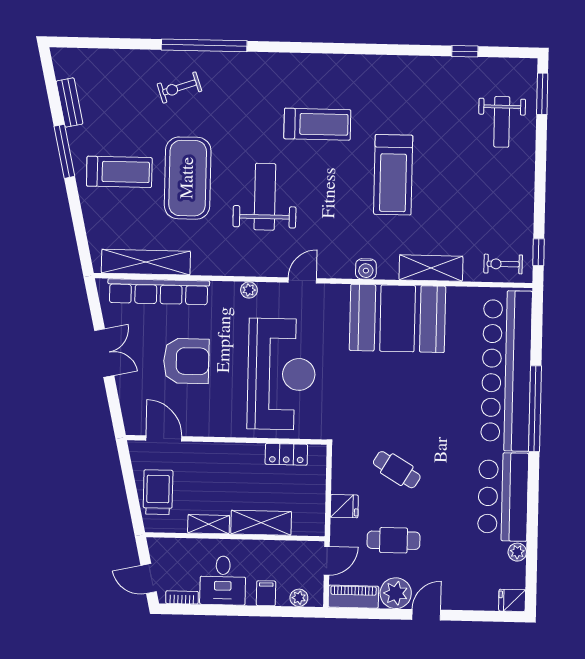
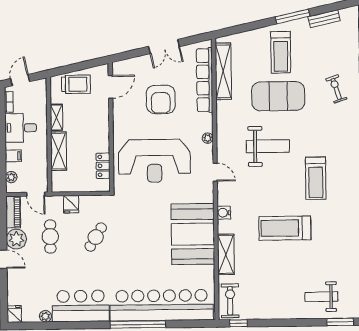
exercise bike: (503, 264) -> (230, 301), width x1.38, depth x1.39

